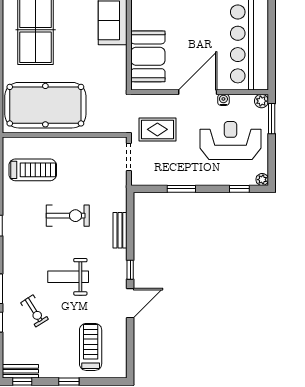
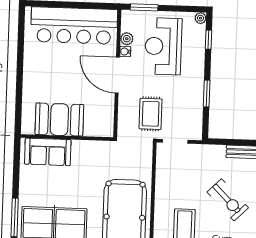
booth: (148, 56) -> (59, 120), moved
plant: (261, 101) -> (127, 39), moved
exercise bike: (68, 216) -> (228, 200), turned 135

